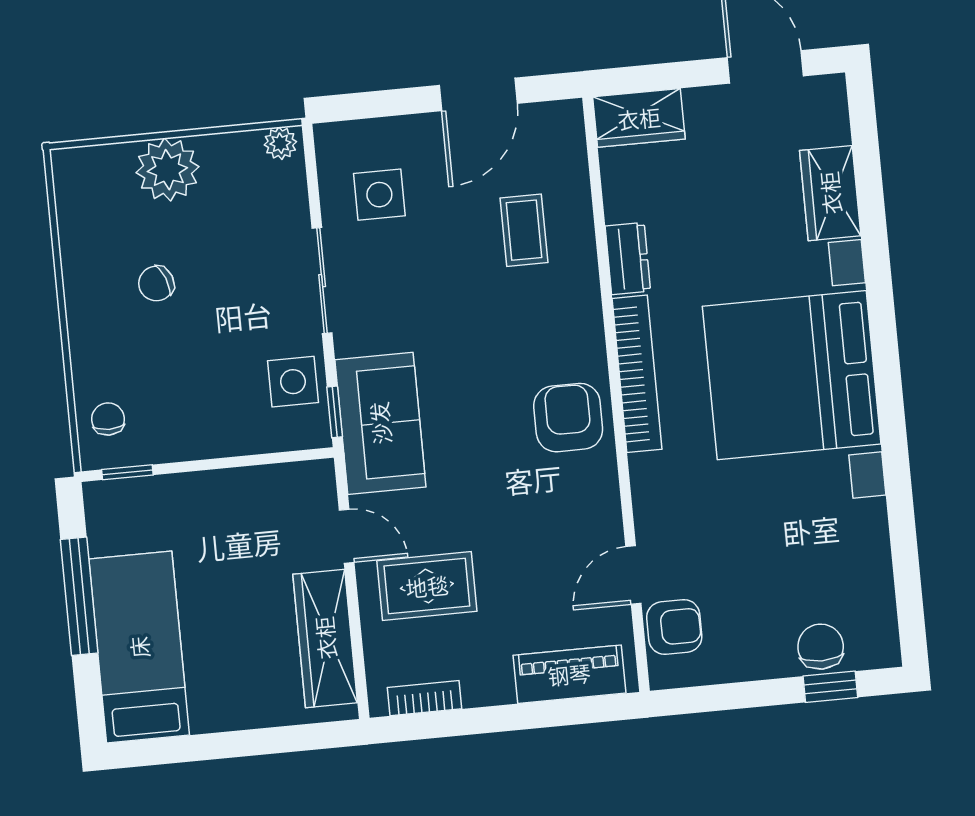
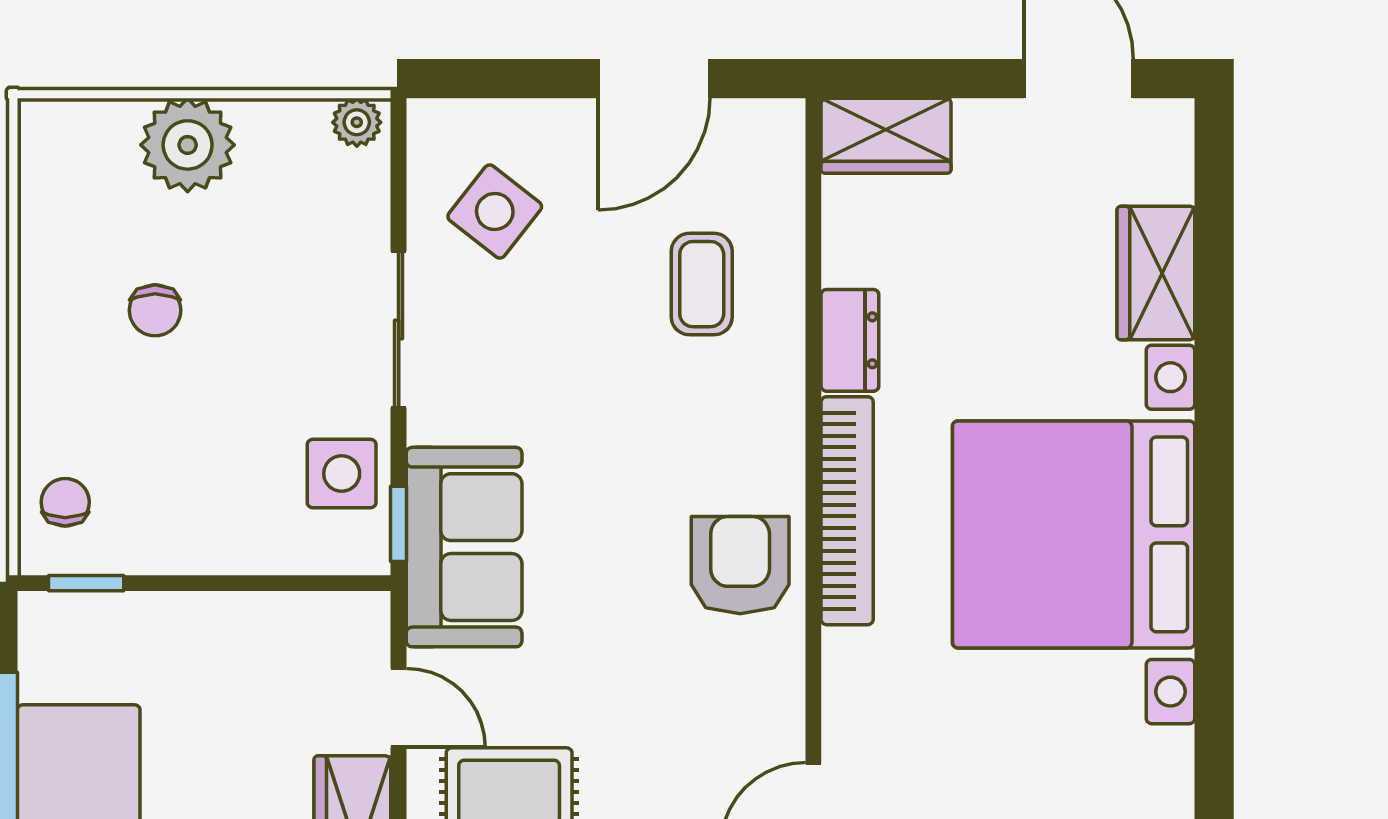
side table: (379, 195) -> (495, 212), turned 38
chair: (156, 283) -> (155, 310), turned -69

